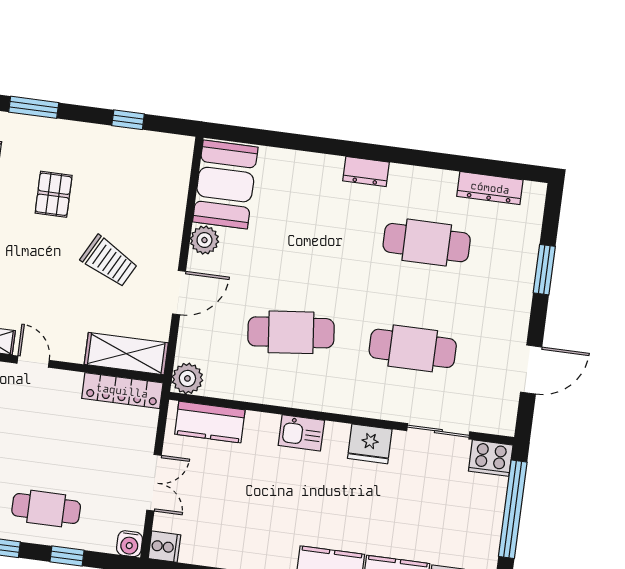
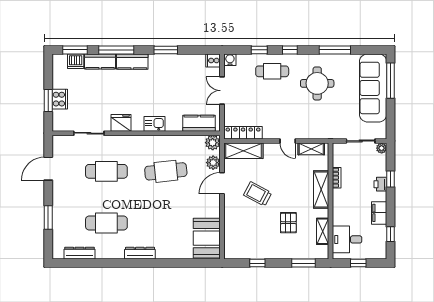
dresser: (366, 172) -> (140, 253), width x1.44
plant: (204, 240) -> (213, 163), moved
cooker: (491, 458) -> (60, 99), moved, turned 90
window: (513, 509) -> (48, 100), width x0.47

